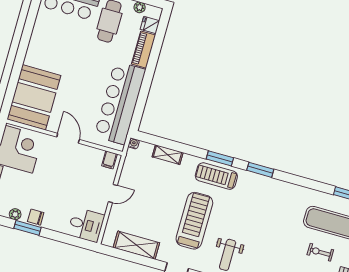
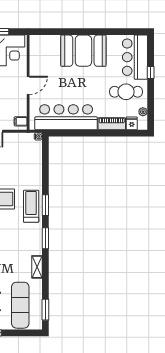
booth: (34, 97) -> (83, 51), moved
shelving: (168, 155) -> (37, 267), moved

